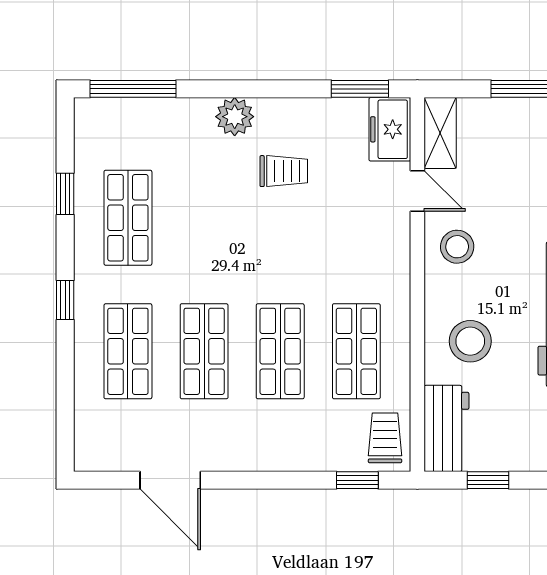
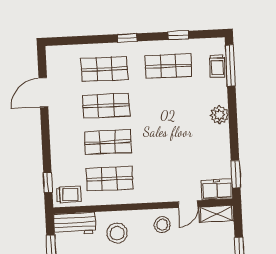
trolley: (284, 171) -> (217, 66), moved

